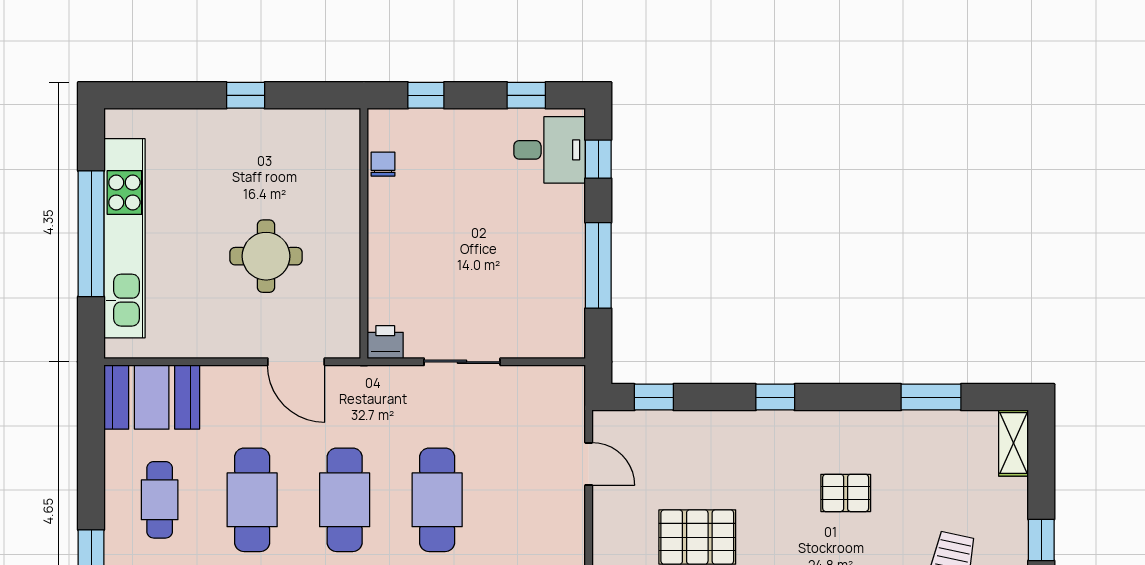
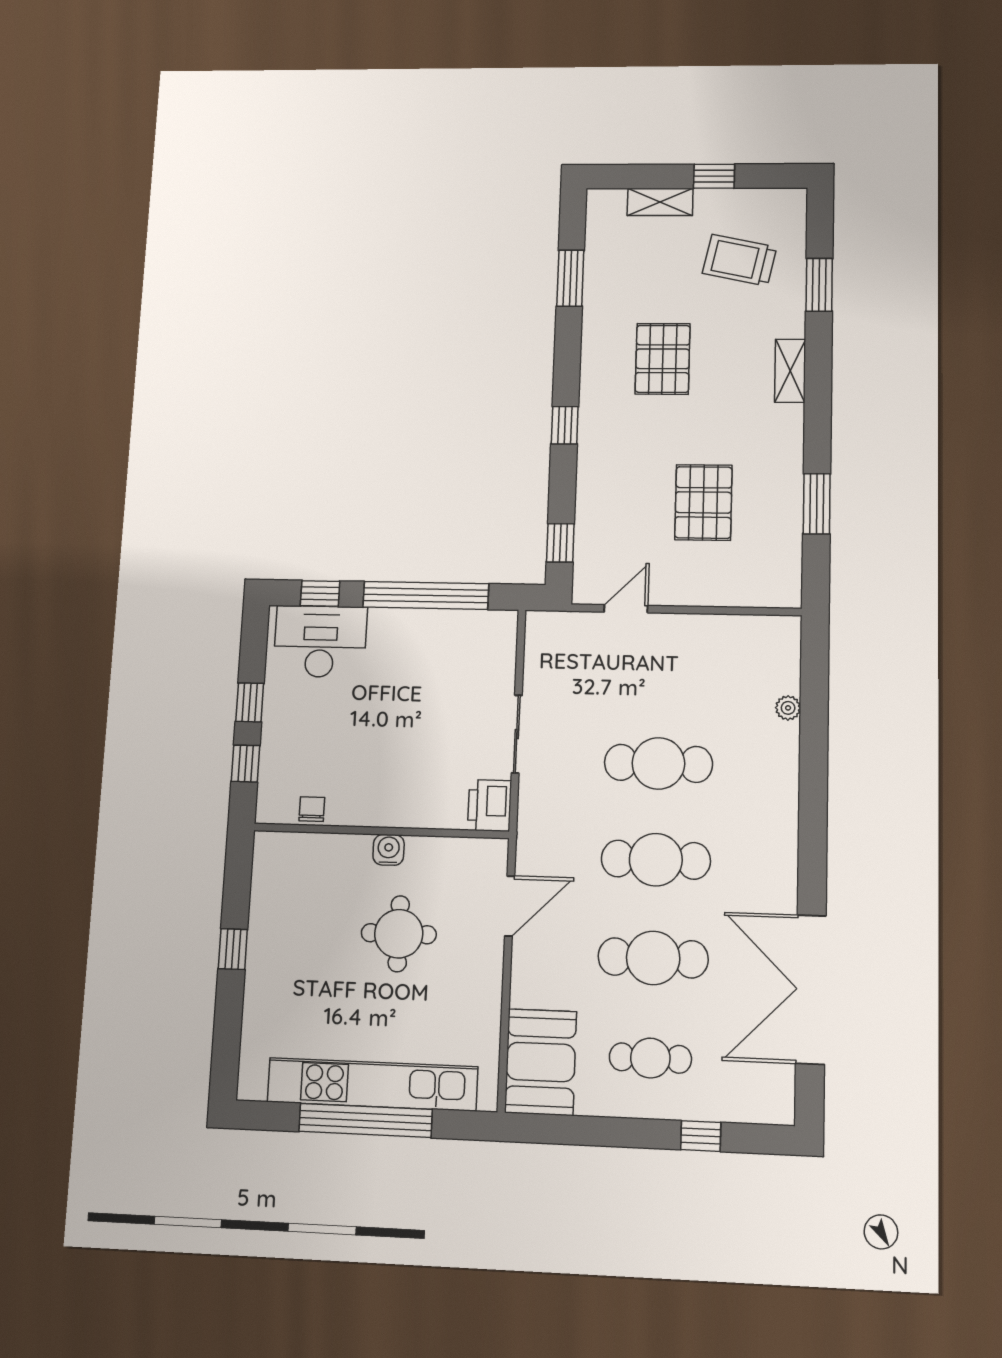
window: (526, 95) -> (250, 702), moved
desk: (550, 150) -> (320, 641), width x1.37
chair: (383, 164) -> (312, 809), turned 90
water cooler: (346, 242) -> (389, 850), added
window: (598, 265) -> (426, 595), width x1.46
printer: (385, 342) -> (490, 805), width x1.36, depth x1.24
shelving: (1014, 443) -> (660, 202), moved
pallet: (846, 493) -> (663, 359), width x1.50, depth x1.42

